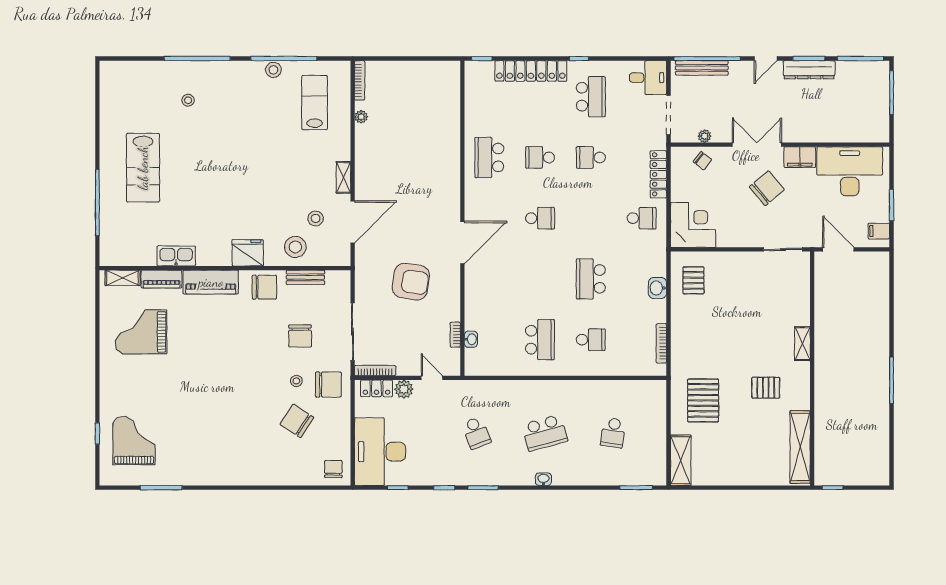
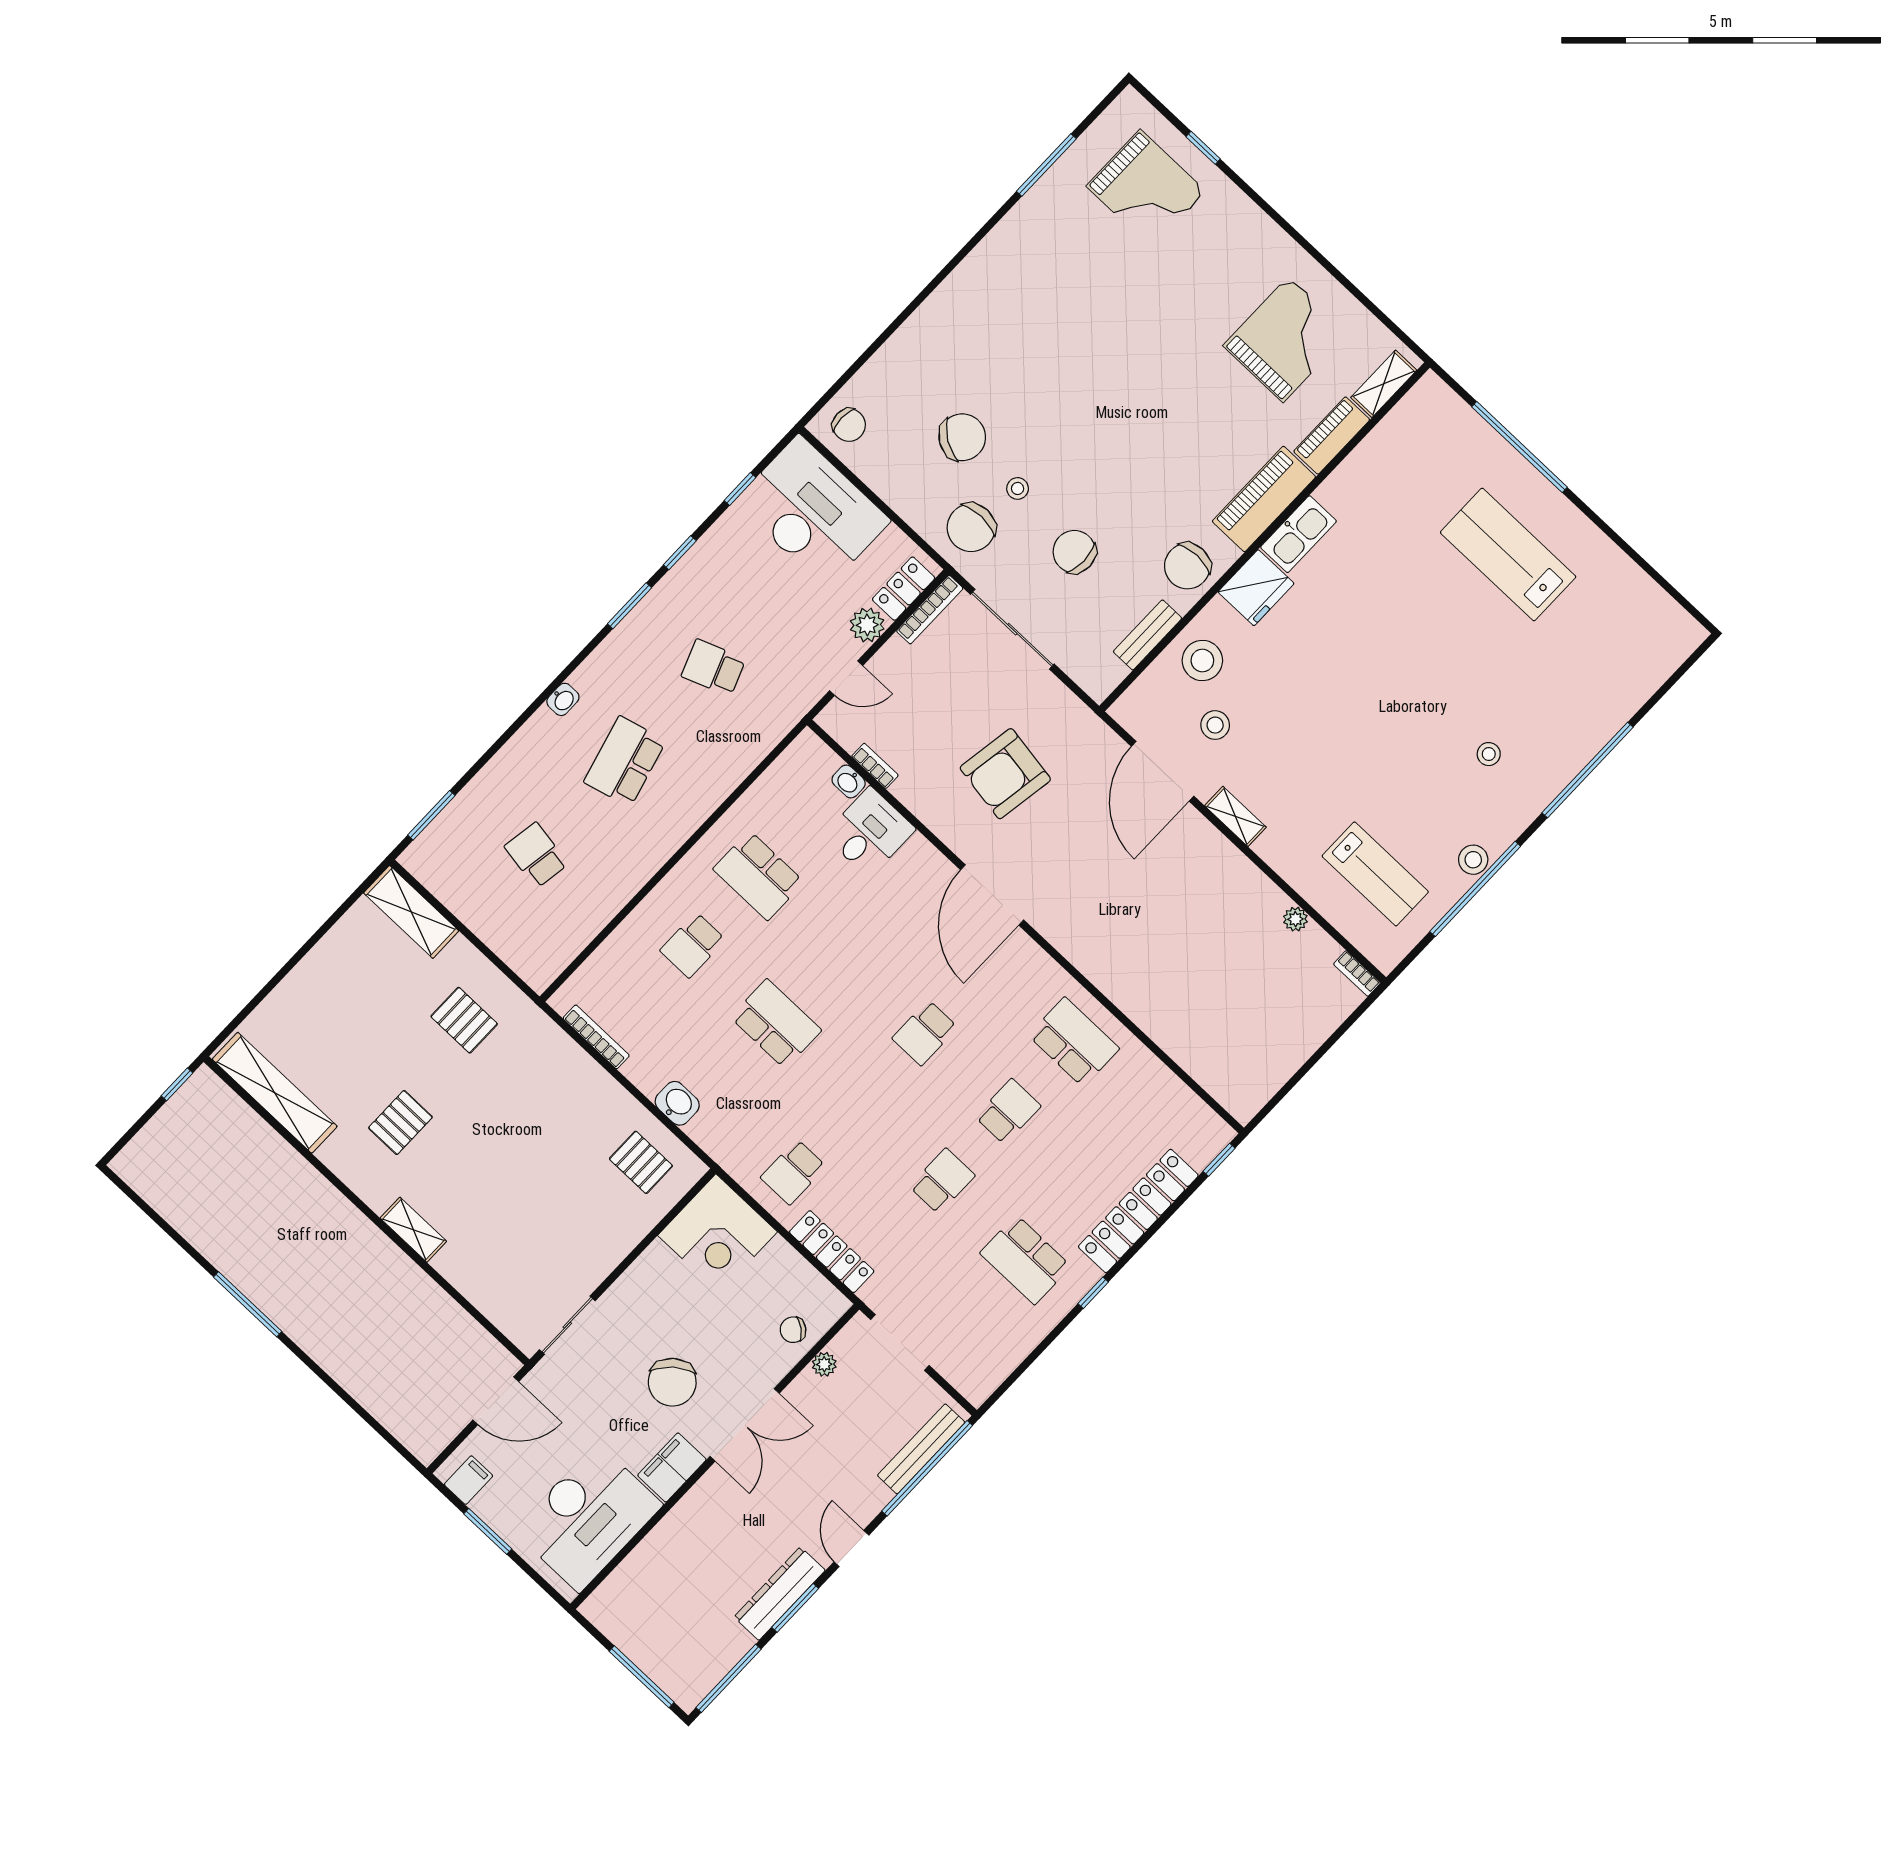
desk: (648, 78) -> (870, 832), moved, turned 180
bookcase: (360, 80) -> (1357, 973), width x0.64
stool: (188, 100) -> (1489, 754), moved
kitchen sink: (176, 256) -> (1298, 534), moved
pallet: (703, 400) -> (464, 1020), width x0.67, depth x0.71

